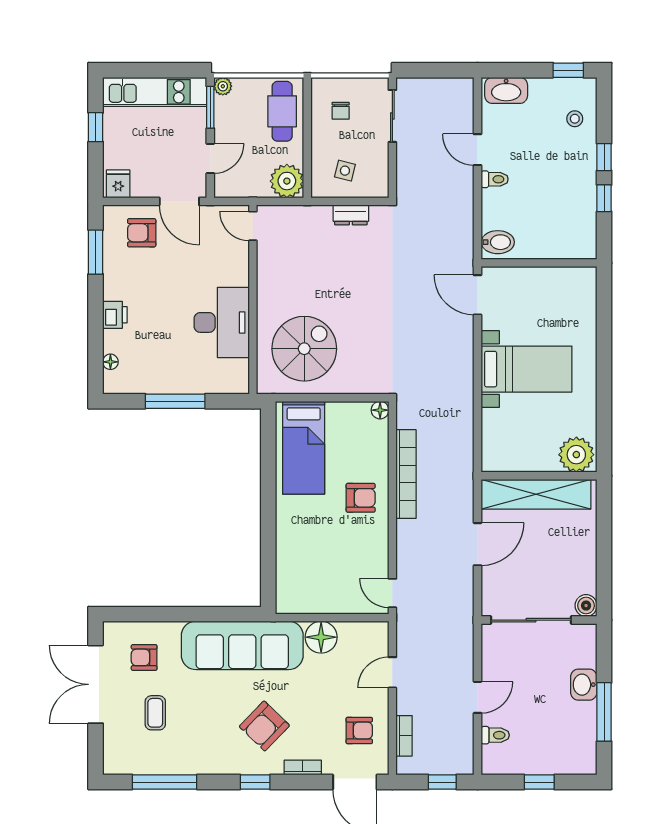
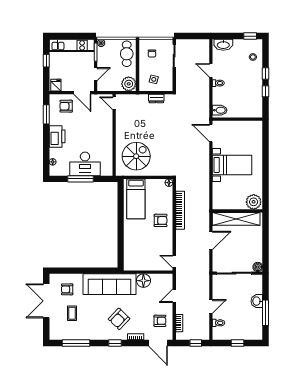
printer: (115, 315) -> (57, 136), width x1.87, depth x1.48
desk: (222, 322) -> (85, 164), moved, turned 90

